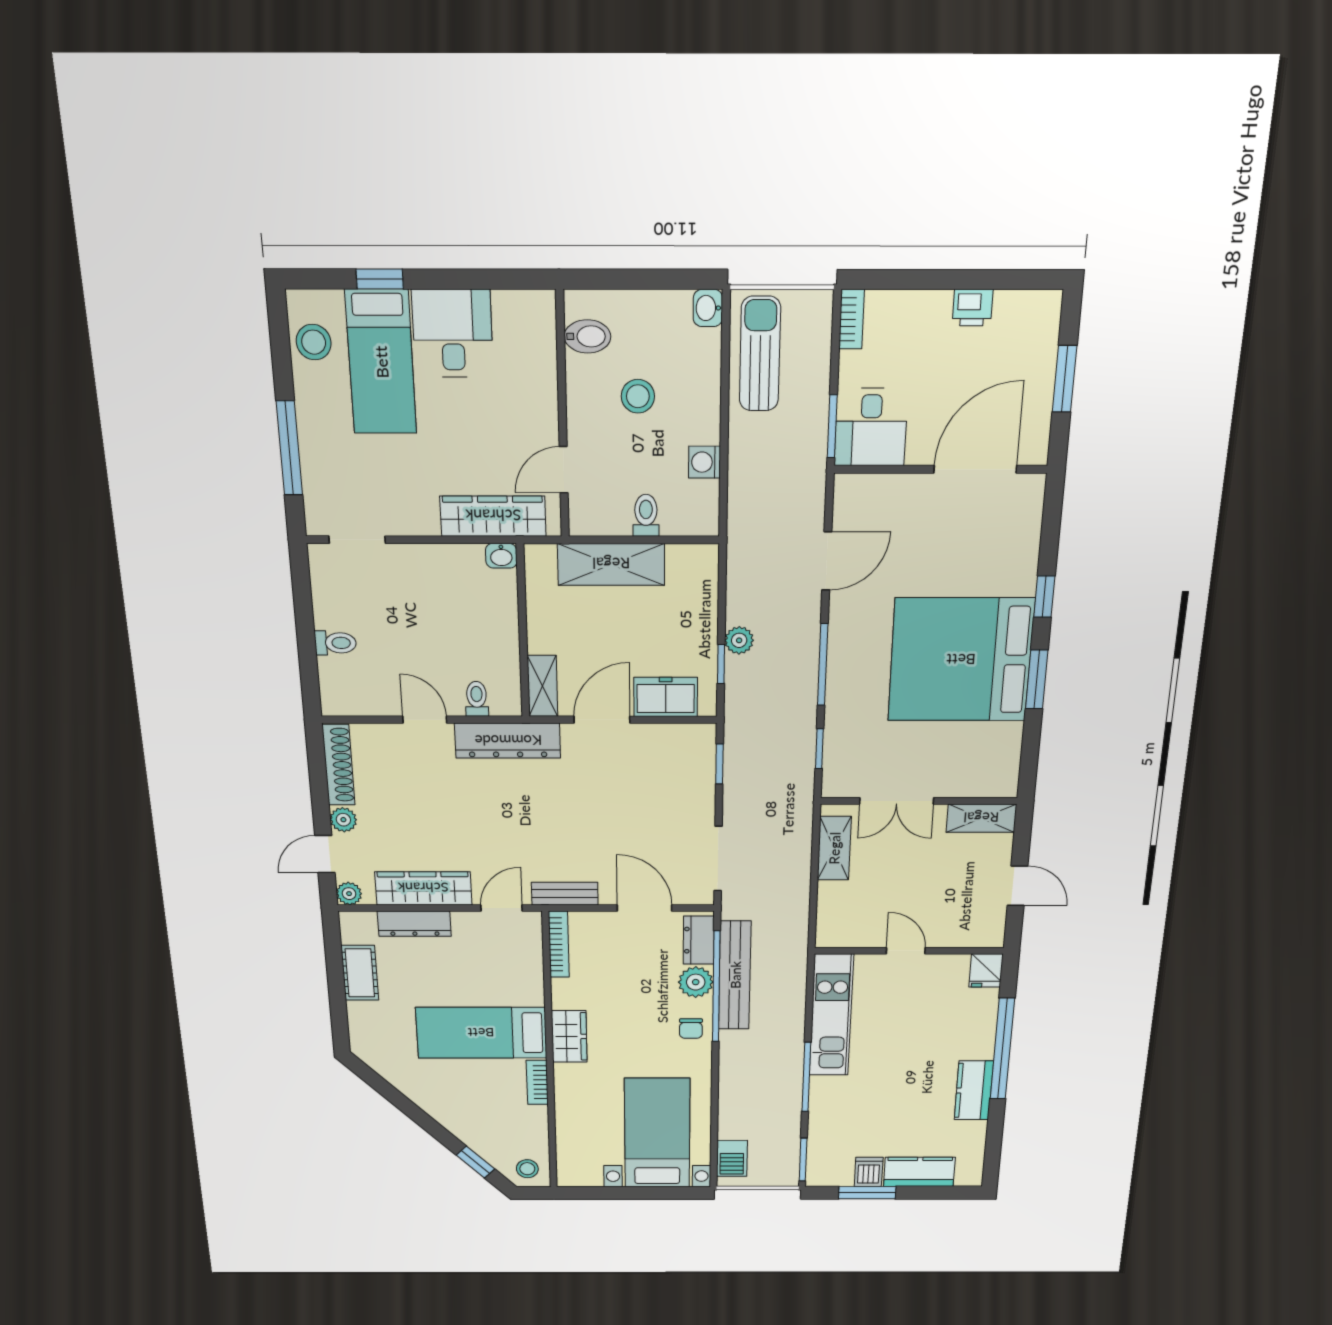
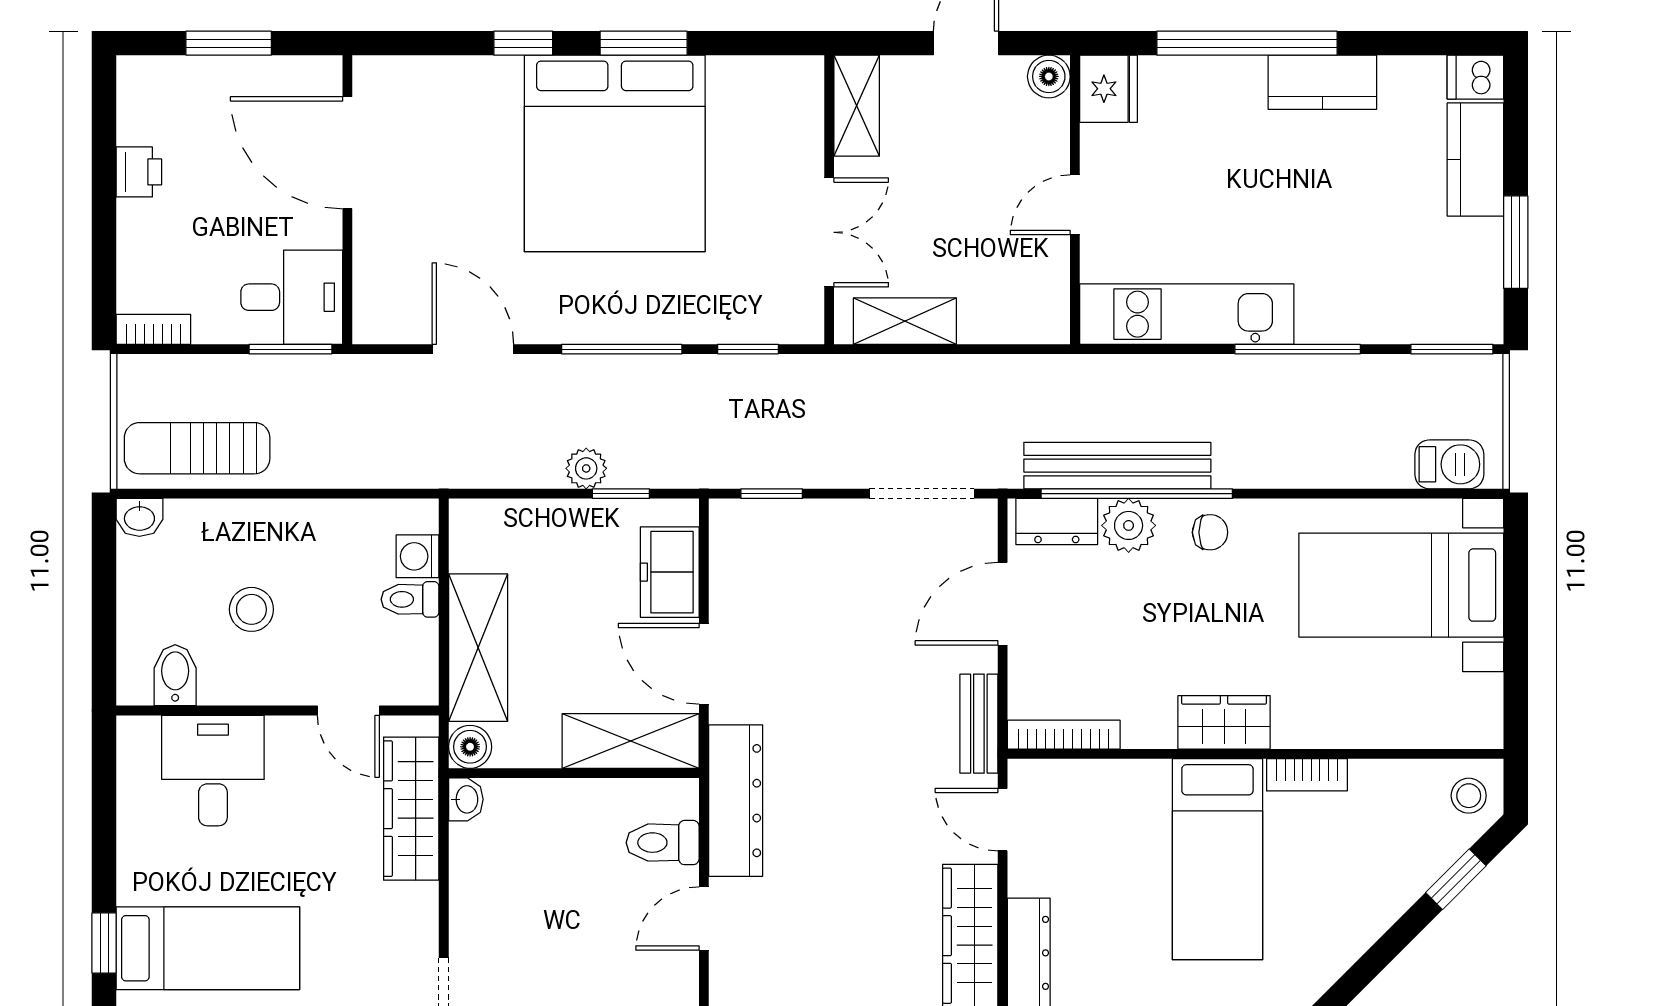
desk: (453, 333) -> (213, 771), moved, turned 90
washing machine: (704, 462) -> (417, 556), moved, turned 90
boiler: (539, 559) -> (470, 747), added
shelving: (543, 686) -> (631, 741), width x1.50, depth x1.33
toilet: (477, 699) -> (663, 843), width x1.37, depth x1.39
boiler: (991, 935) -> (1049, 76), added
fridge: (986, 970) -> (1109, 89), width x1.38
dishwasher: (869, 1172) -> (1475, 77), moved

